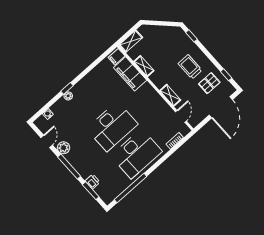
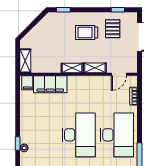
shelving: (144, 66) -> (72, 68), moved
door: (181, 116) -> (119, 74), swing flipped

